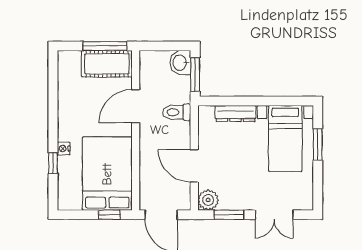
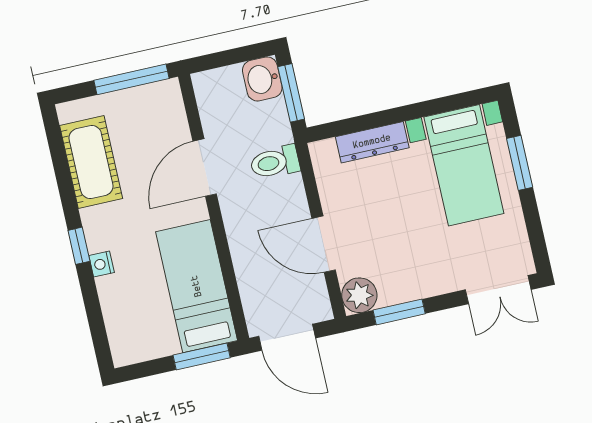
cot: (107, 64) -> (91, 162), moved, turned 90
window: (53, 163) -> (79, 246), moved
bed: (107, 174) -> (197, 286), width x0.67
window: (109, 215) -> (202, 356), width x1.50
double door: (274, 215) -> (498, 290), moved

